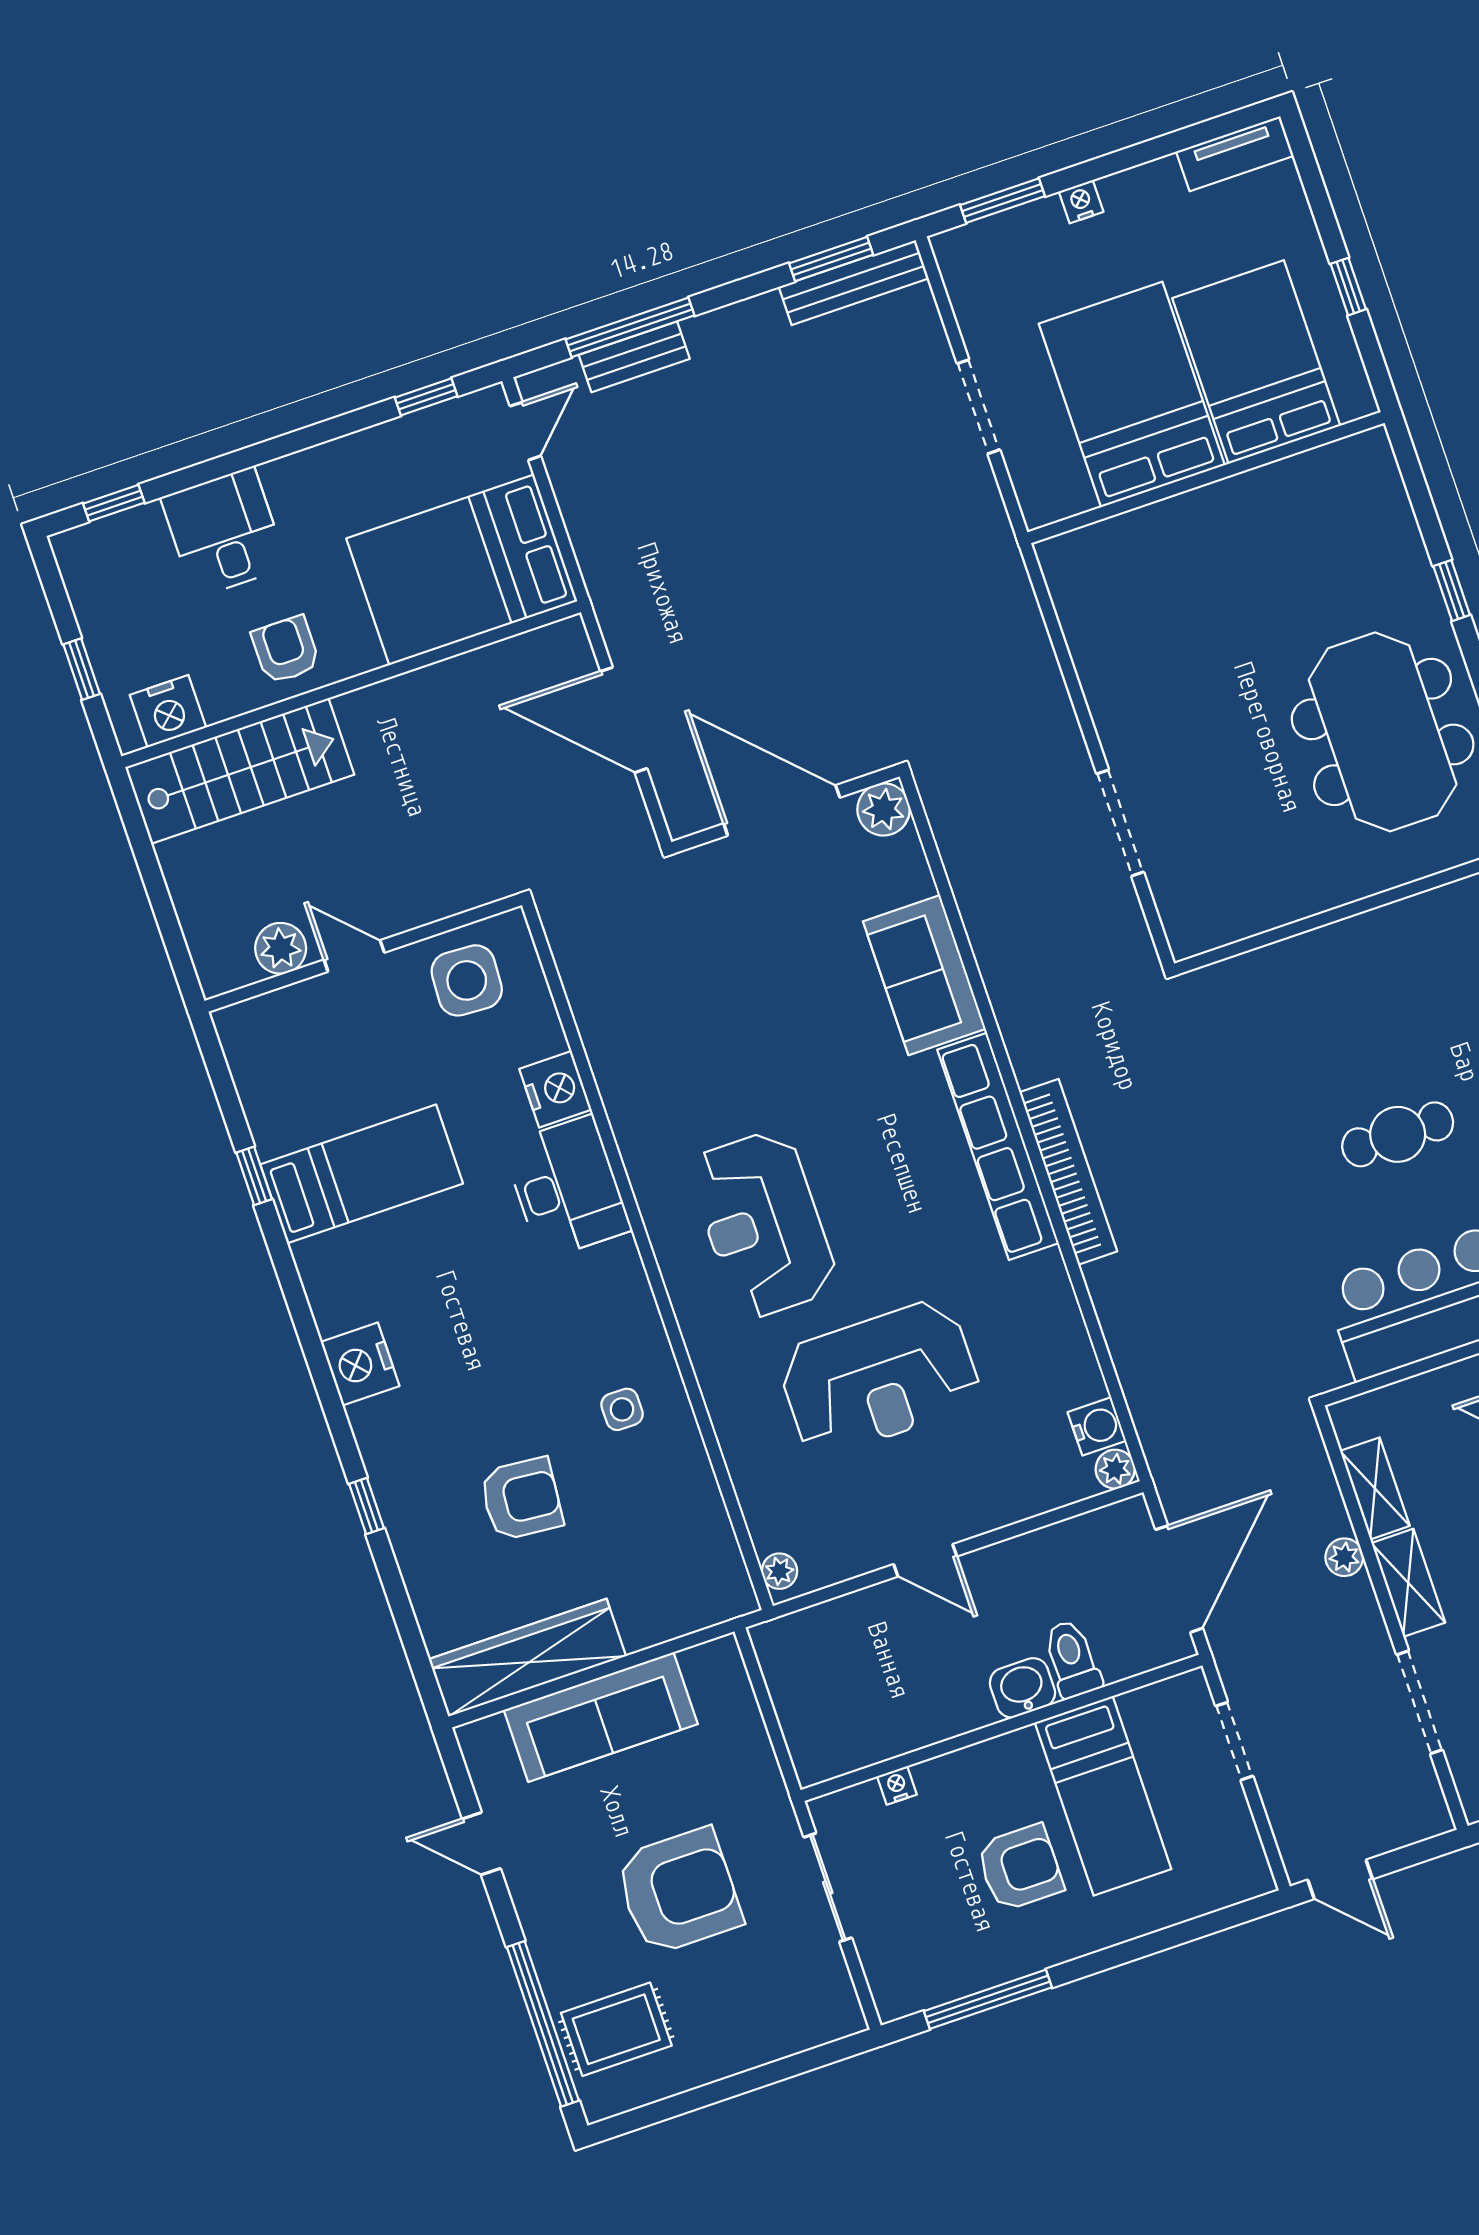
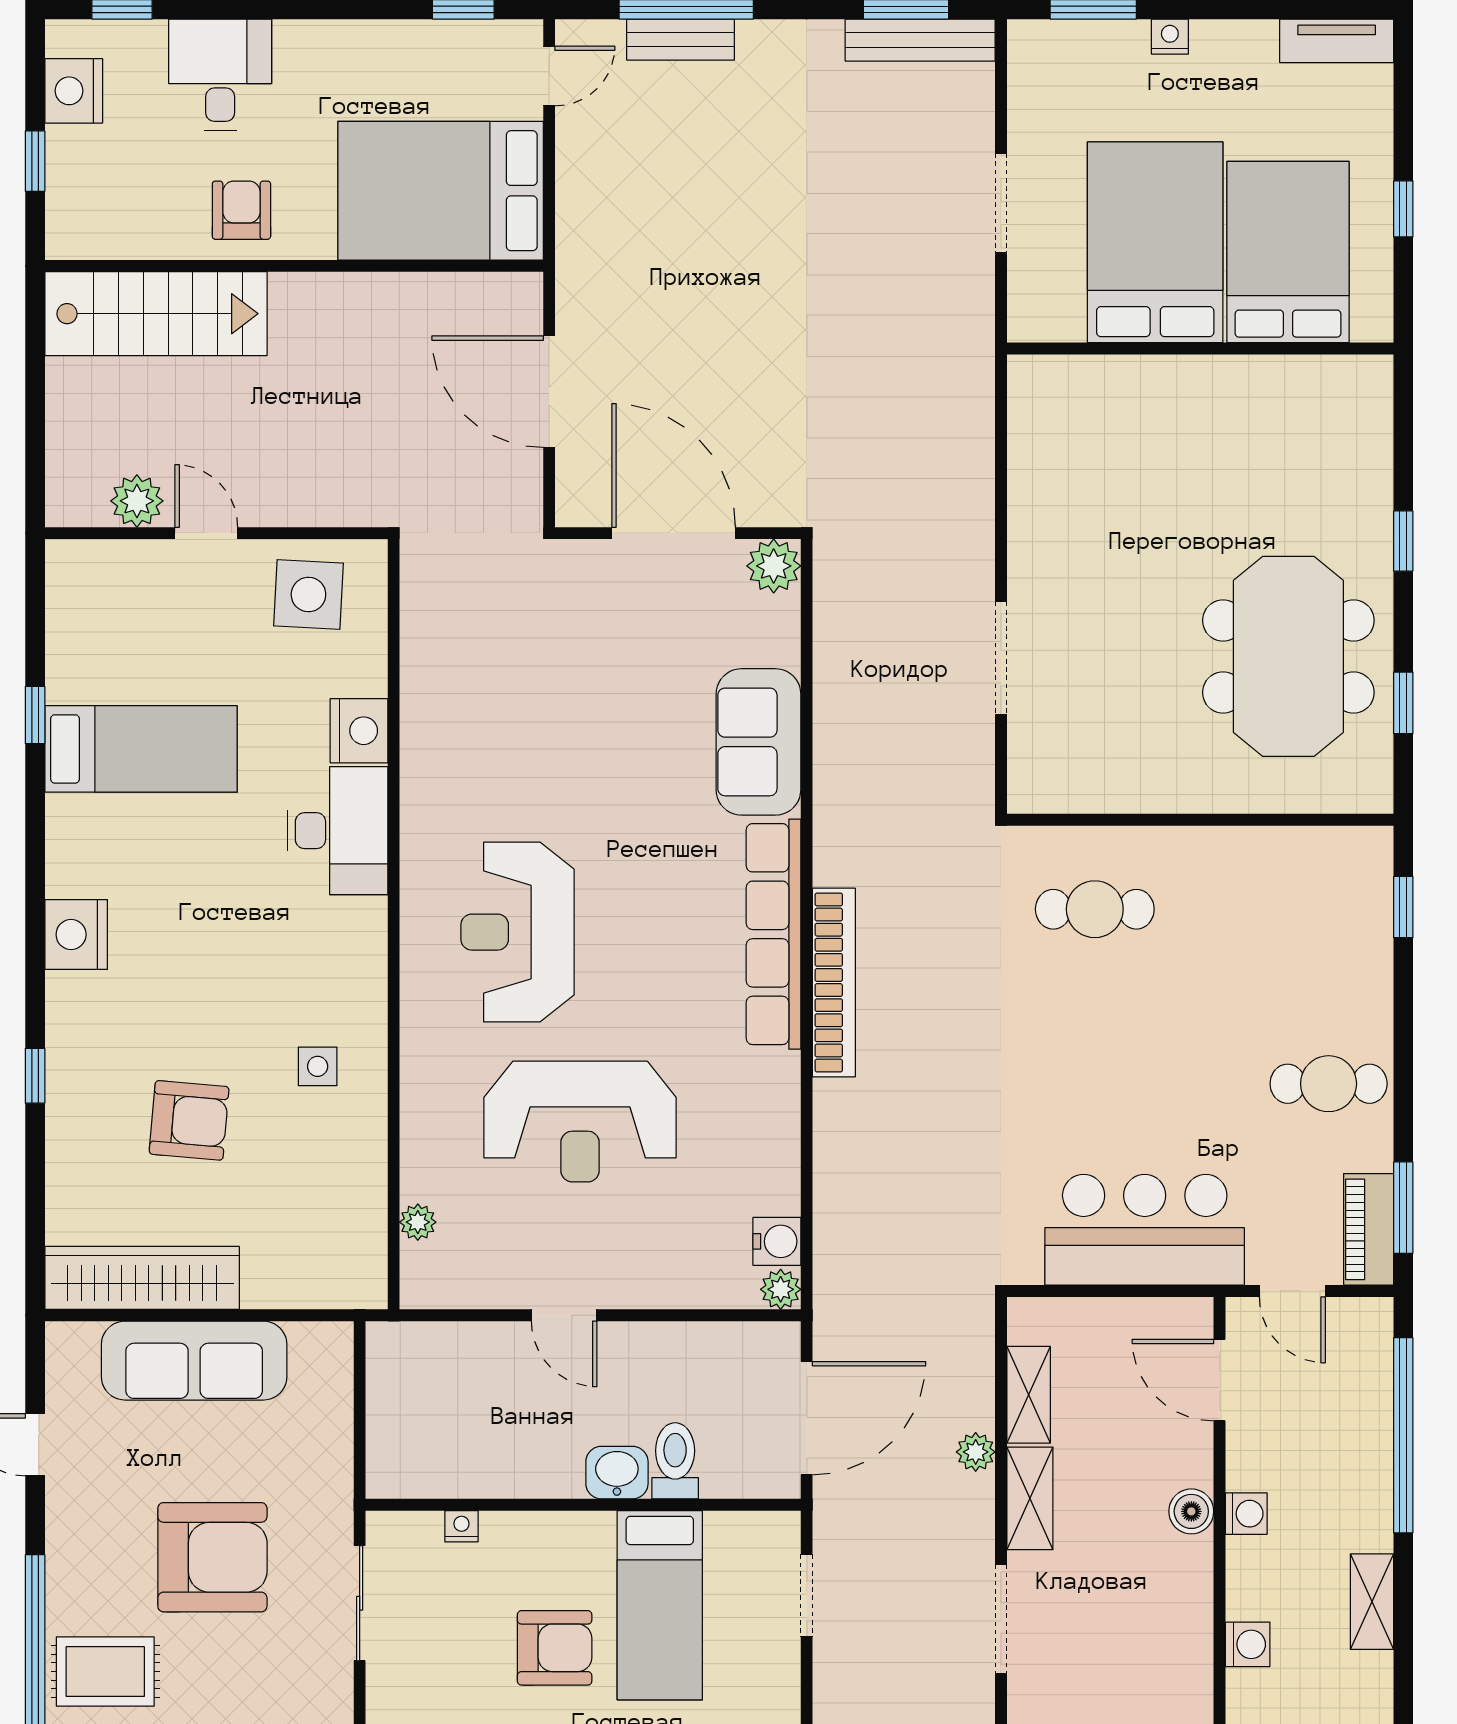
nightstand: (168, 711) -> (74, 91), moved, turned 90
cafe table: (1398, 1134) -> (1095, 909), moved
plant: (779, 1571) -> (418, 1222), moved

